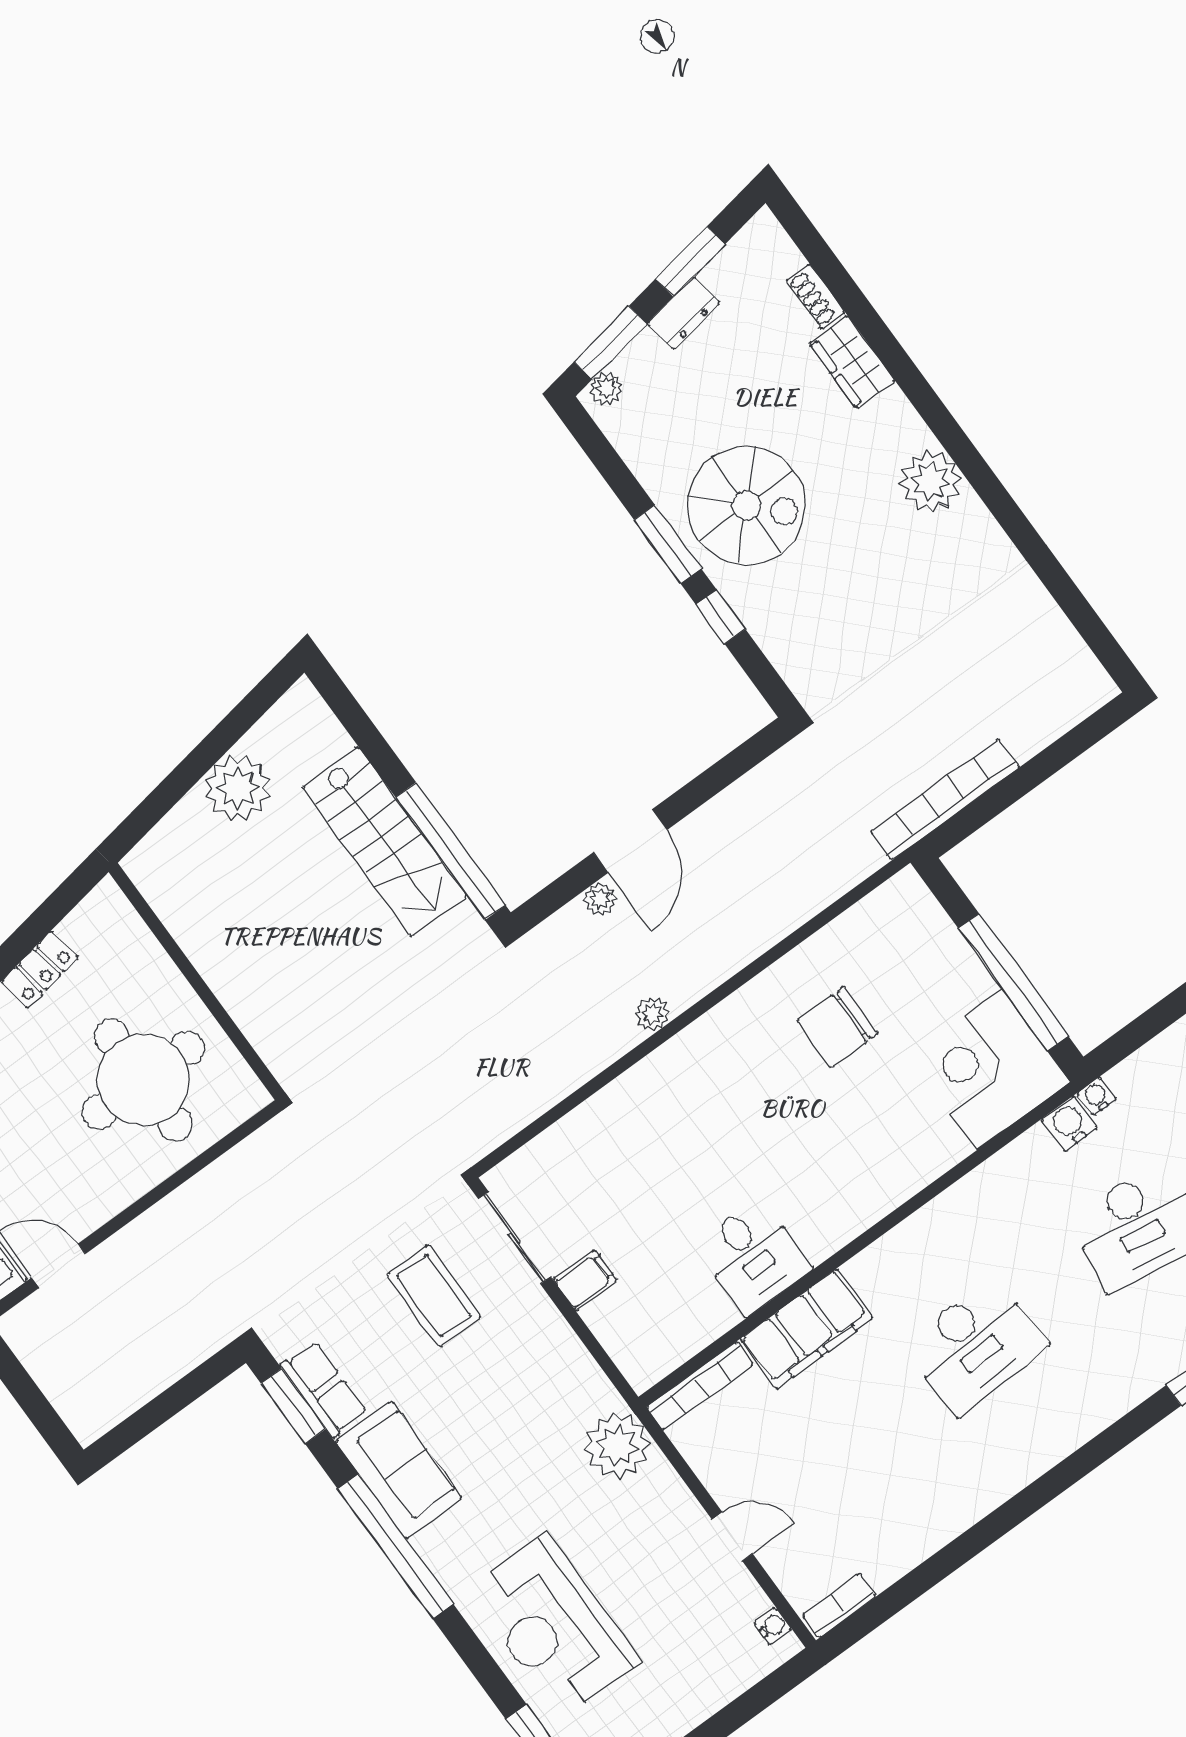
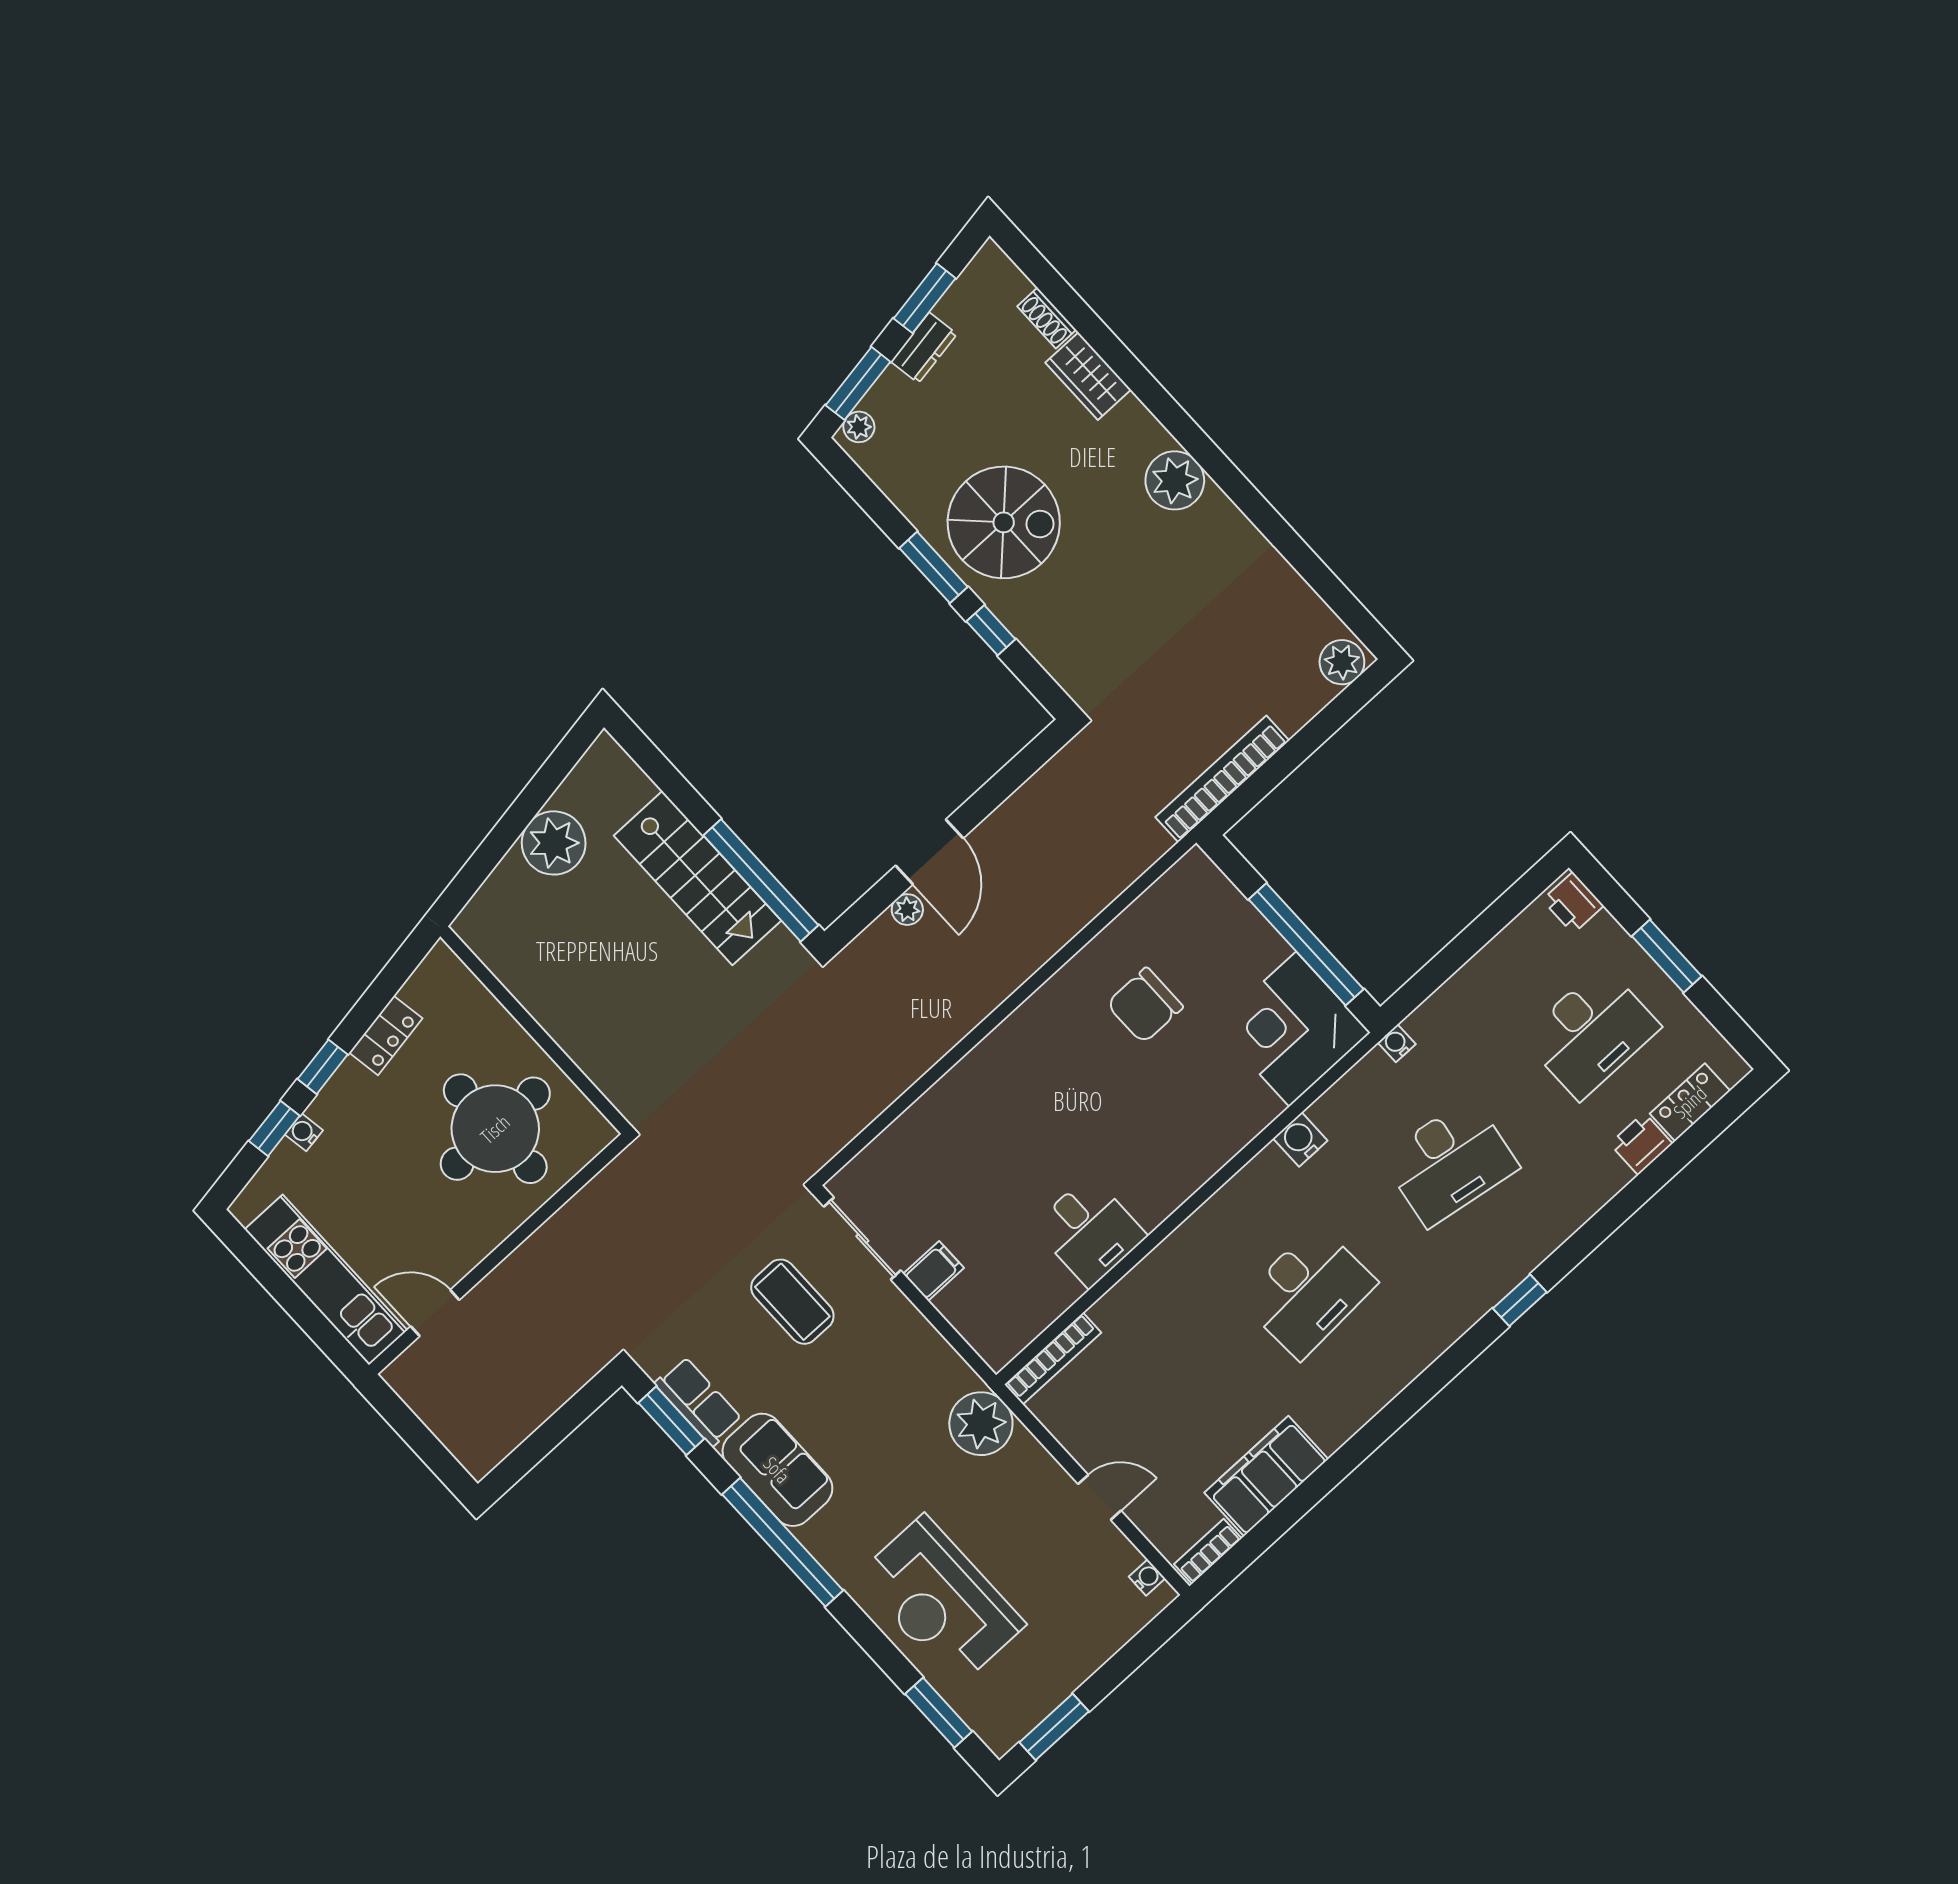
plant: (652, 1014) -> (1342, 662), moved, width x1.38, depth x1.38
water cooler: (1069, 1124) -> (1300, 1139), moved
filing cabinet: (806, 1329) -> (1266, 1476), moved, turned 180

